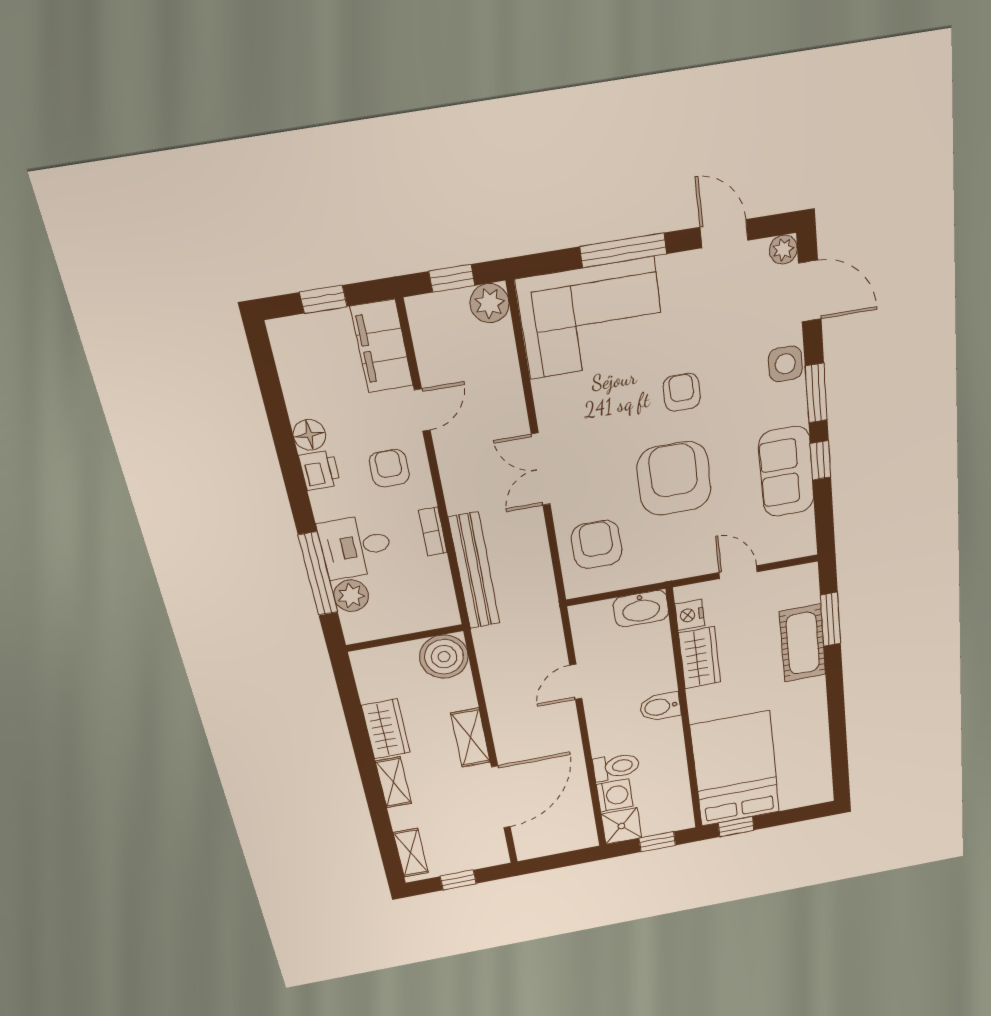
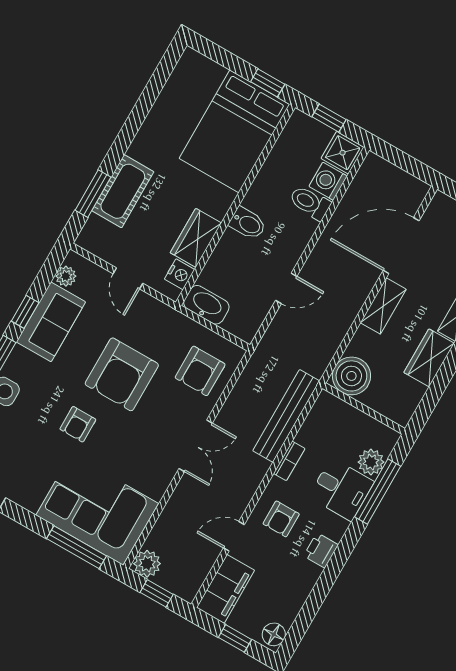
window: (623, 250) -> (77, 547), moved
floor lamp: (309, 435) -> (274, 634), moved
plant: (803, 526) -> (66, 276), added

